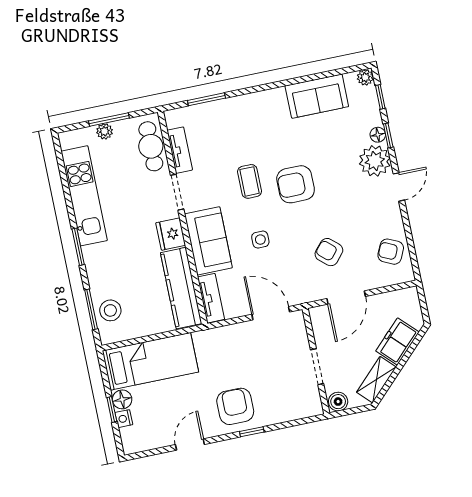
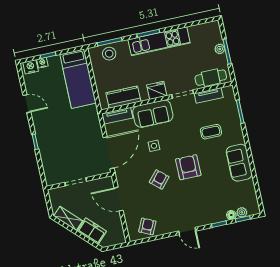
plant: (365, 77) -> (242, 212), moved
sofa: (317, 96) -> (239, 163), moved
floor lamp: (378, 135) -> (231, 215), moved
plant: (375, 161) -> (203, 216), removed
coffee table: (250, 181) -> (211, 132), moved
kitchen unit: (84, 196) -> (159, 41), moved
armchair: (329, 252) -> (159, 179), moved
kitchen counter: (181, 288) -> (123, 97), width x0.67
door: (271, 313) -> (109, 153), width x1.36
floor lamp: (122, 399) -> (54, 61), removed
boiler: (338, 402) -> (54, 195), removed
armchair: (235, 406) -> (51, 131), removed
nightstand: (130, 438) -> (31, 67), added

